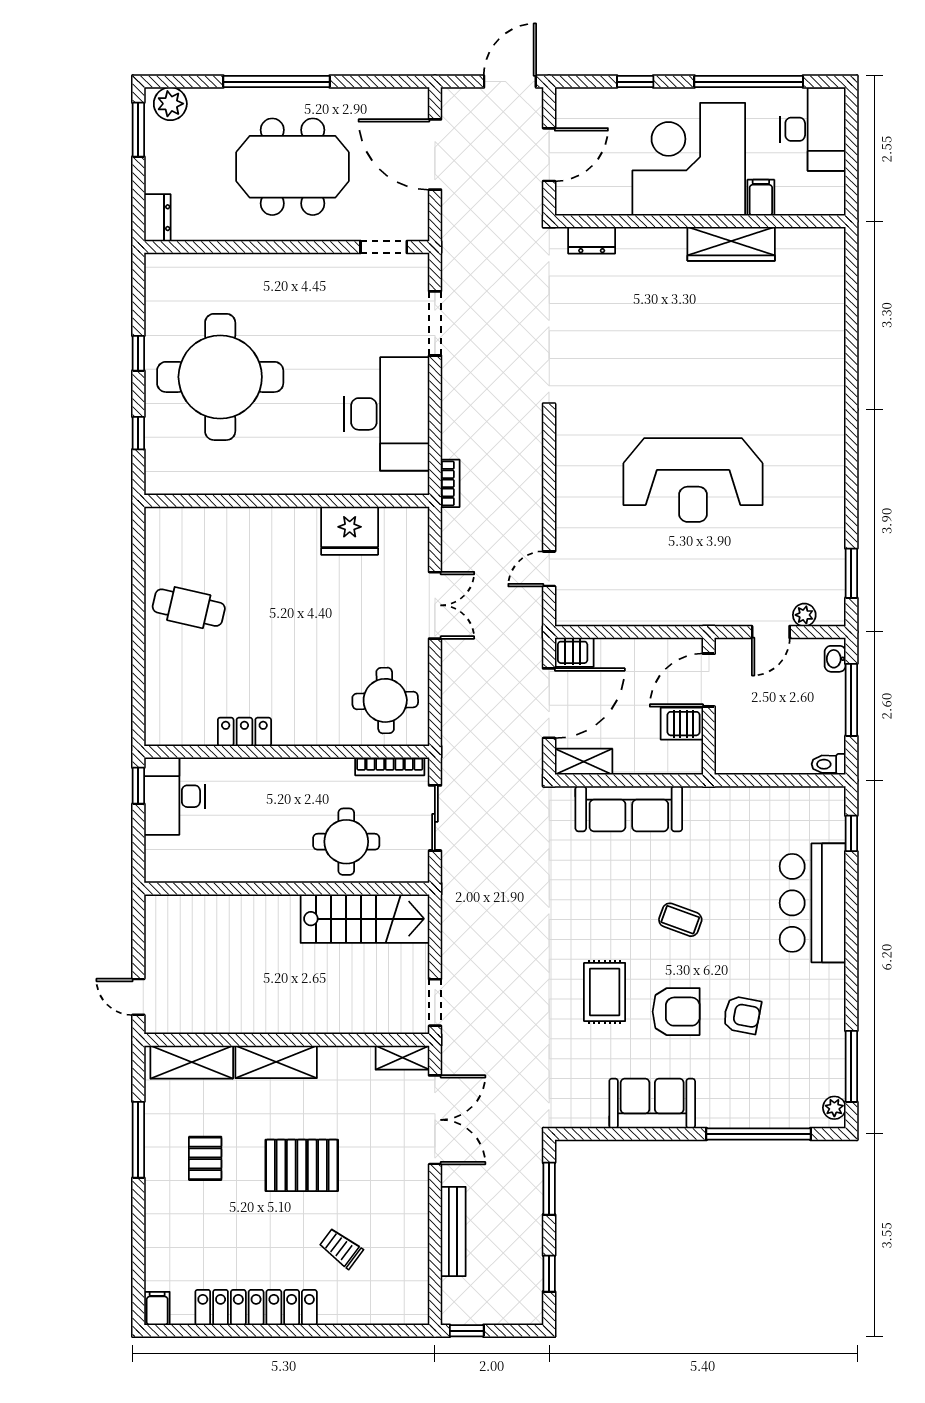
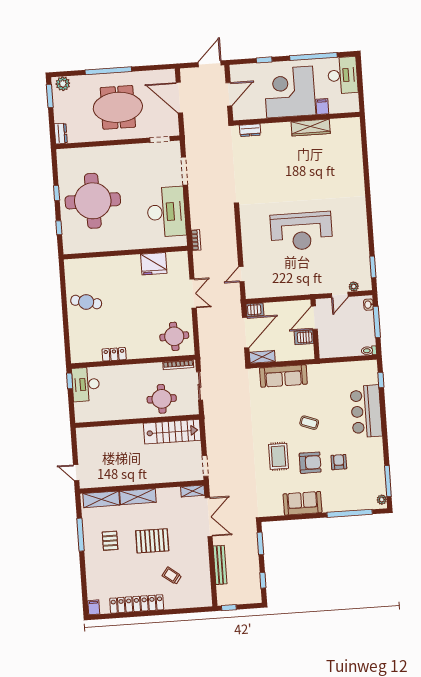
armchair: (742, 1015) -> (339, 462), turned -101

